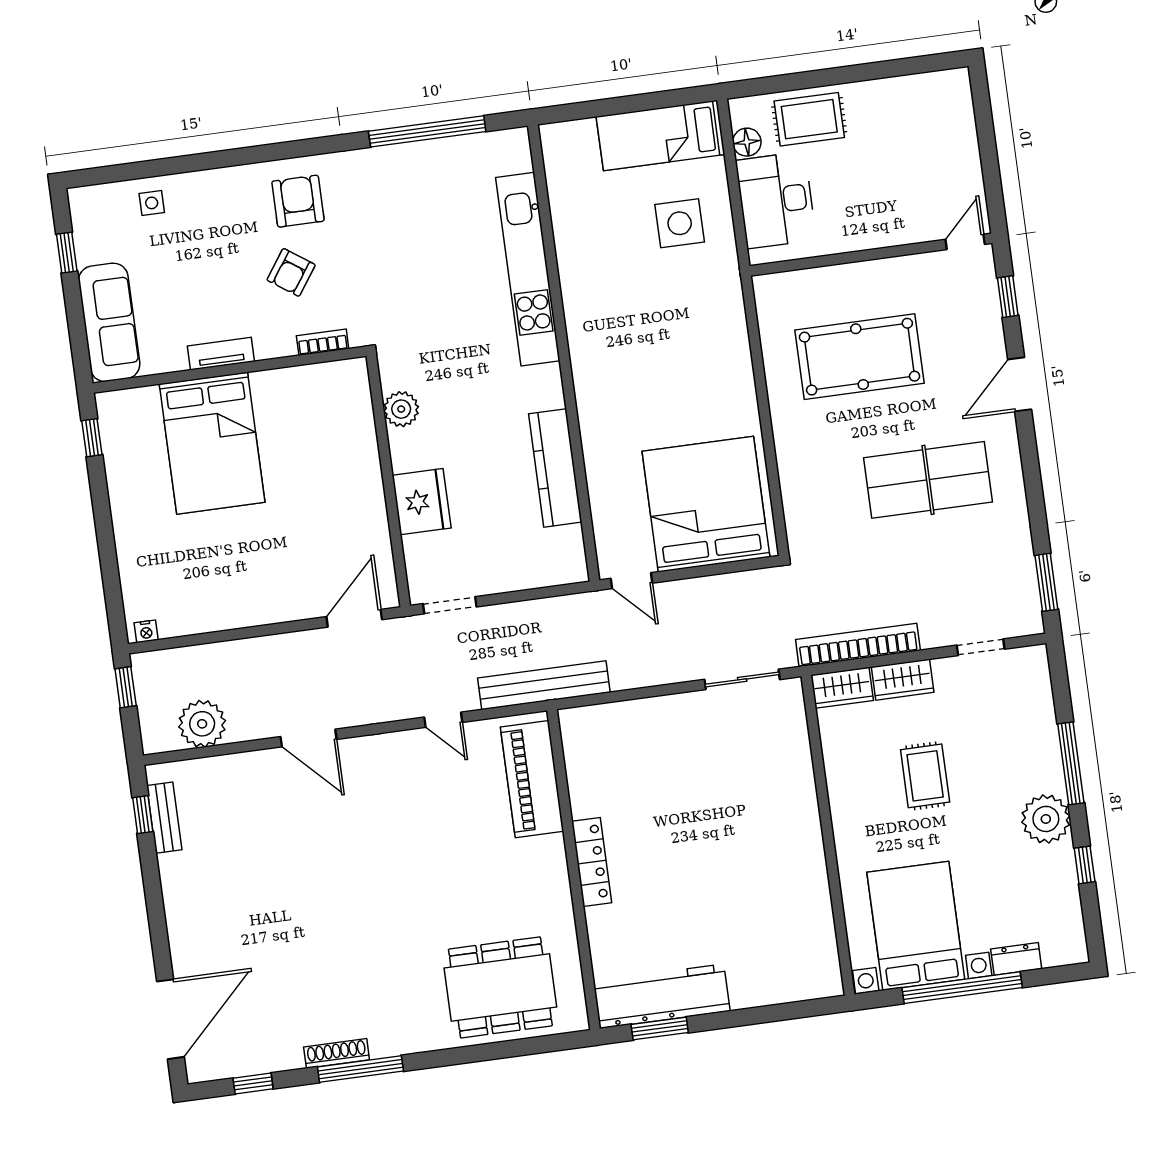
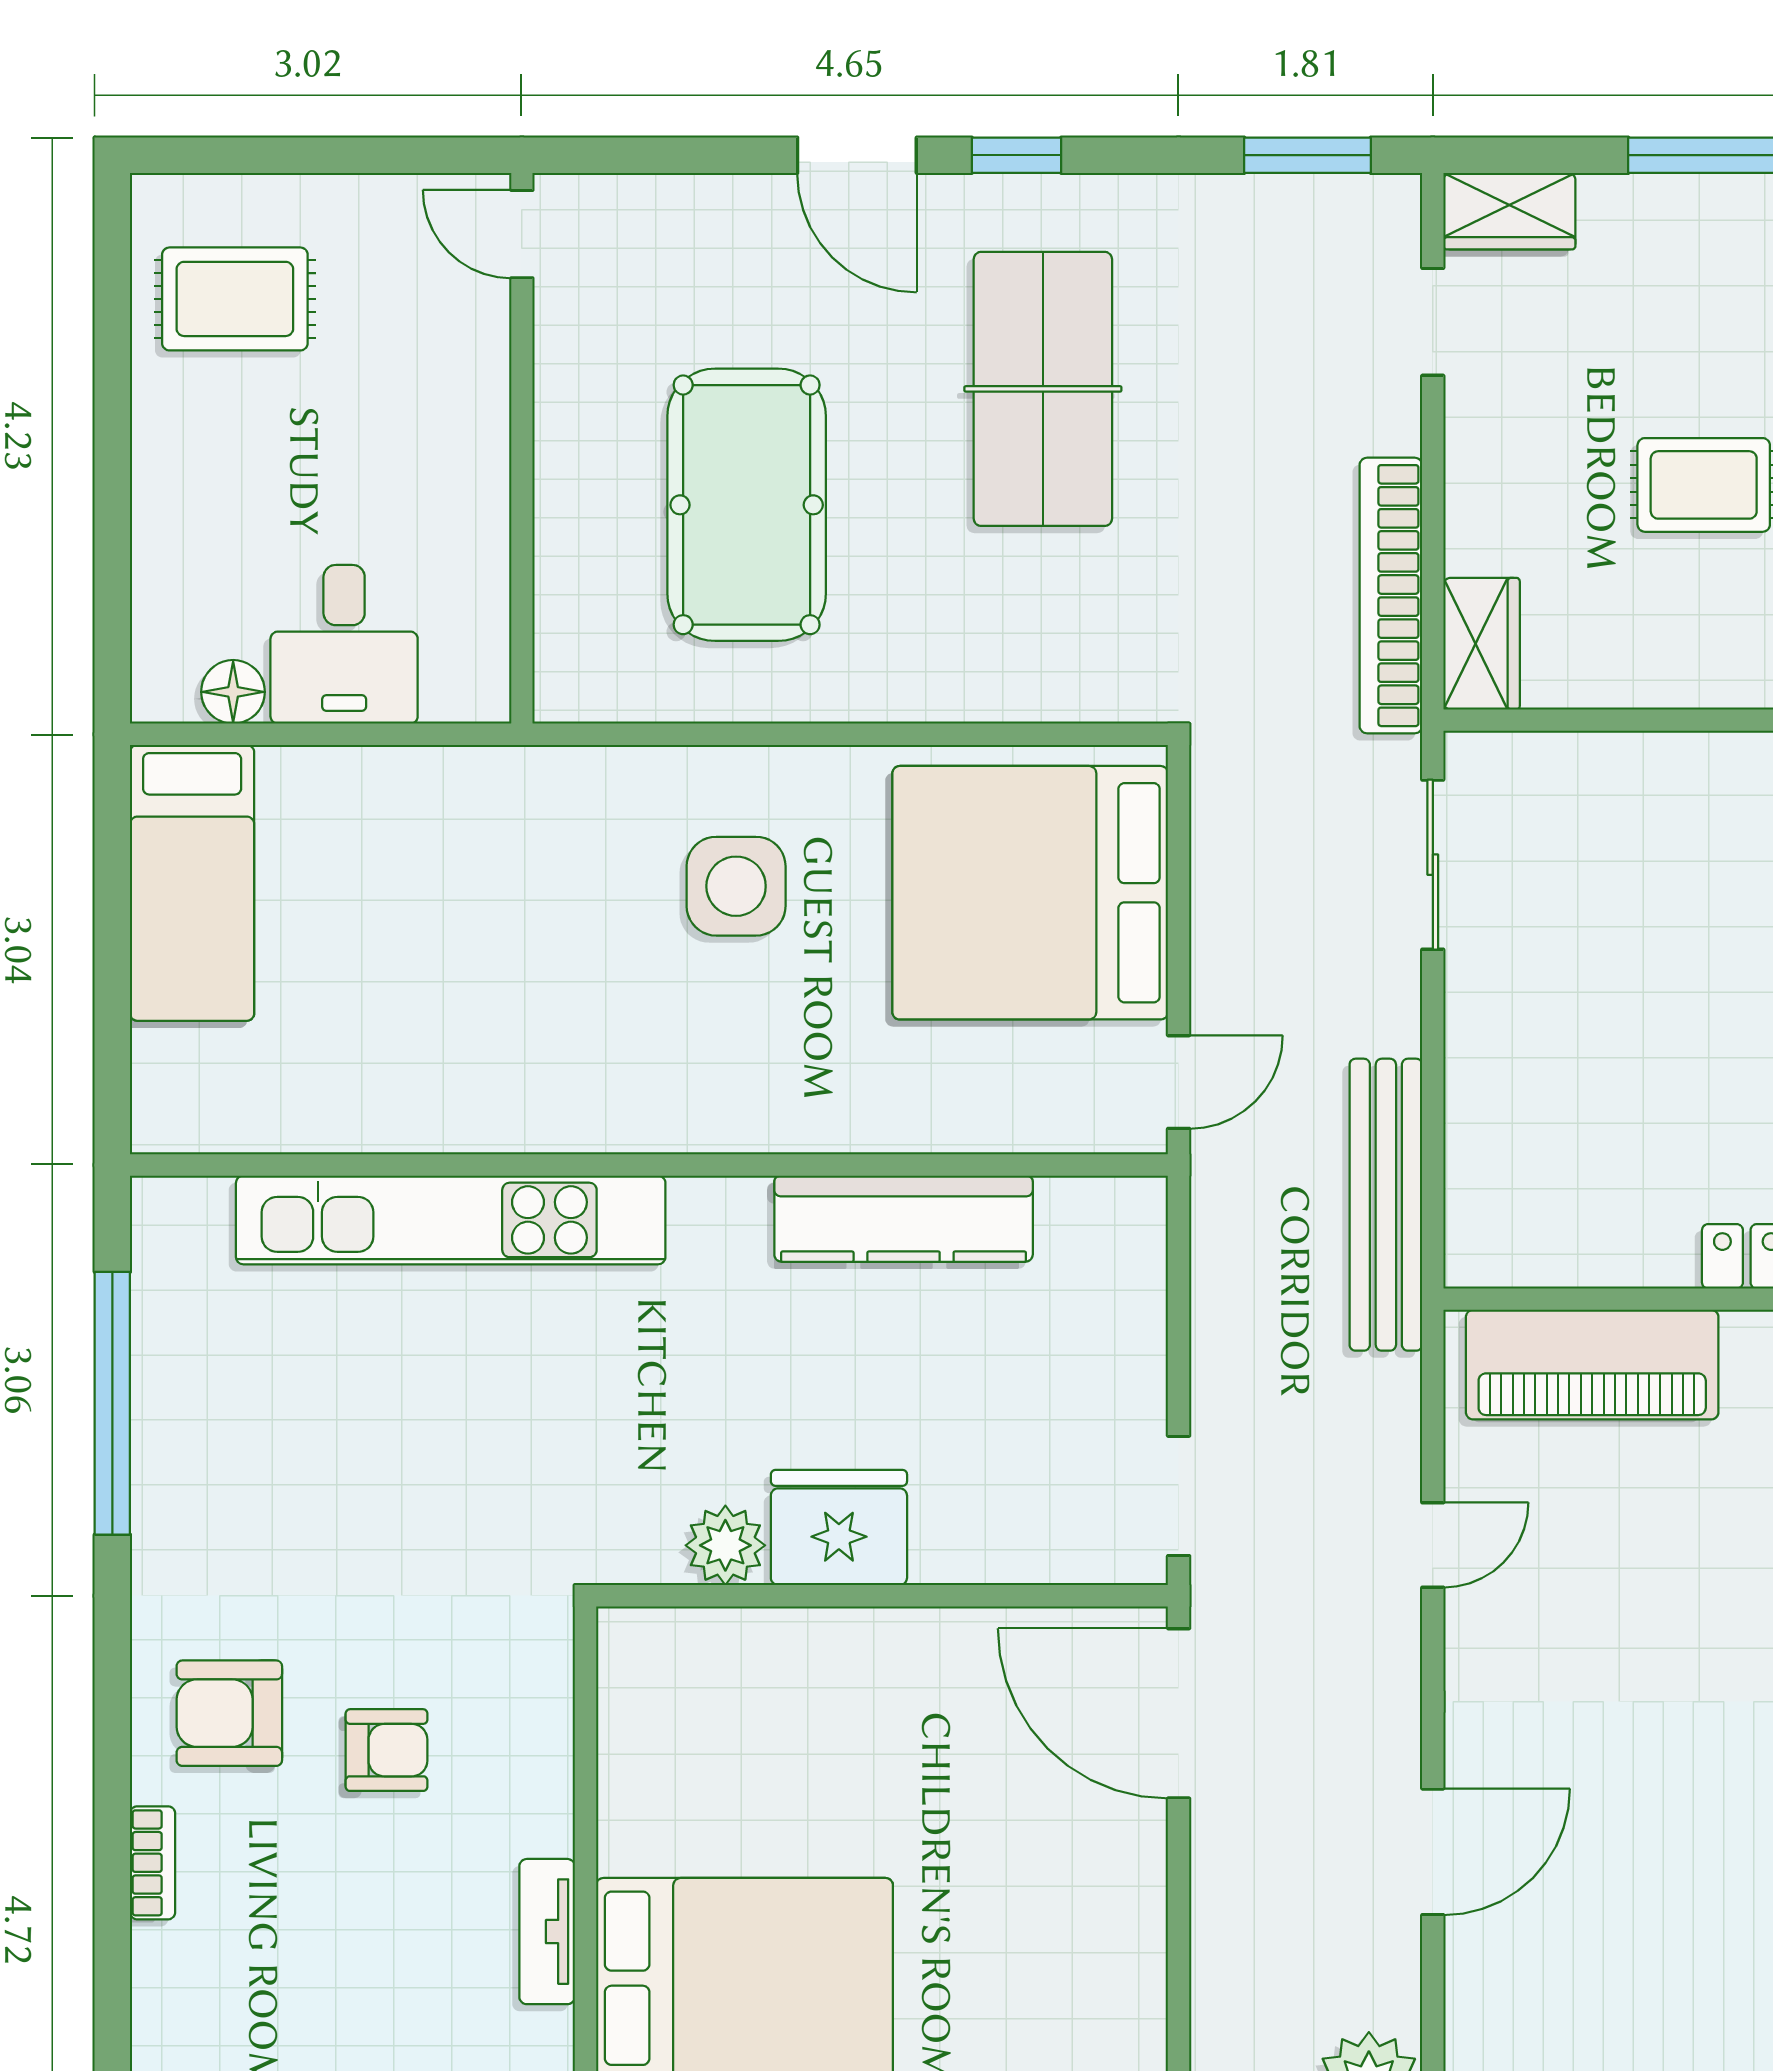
rug: (809, 119) -> (235, 299), moved, turned 90
desk: (776, 200) -> (344, 644), width x0.73
side table: (152, 203) -> (189, 2041), removed
side table: (680, 223) -> (736, 886), moved
armchair: (291, 272) -> (387, 1750), turned -35
window: (1008, 297) -> (1016, 155), moved
bookcase: (323, 342) -> (153, 1863), moved, turned 180
fridge: (422, 502) -> (839, 1527), moved
door: (354, 618) -> (1179, 1713), width x1.36
wardrobe: (903, 680) -> (1509, 211), moved, turned 90
bench: (544, 685) -> (1386, 1205), moved

